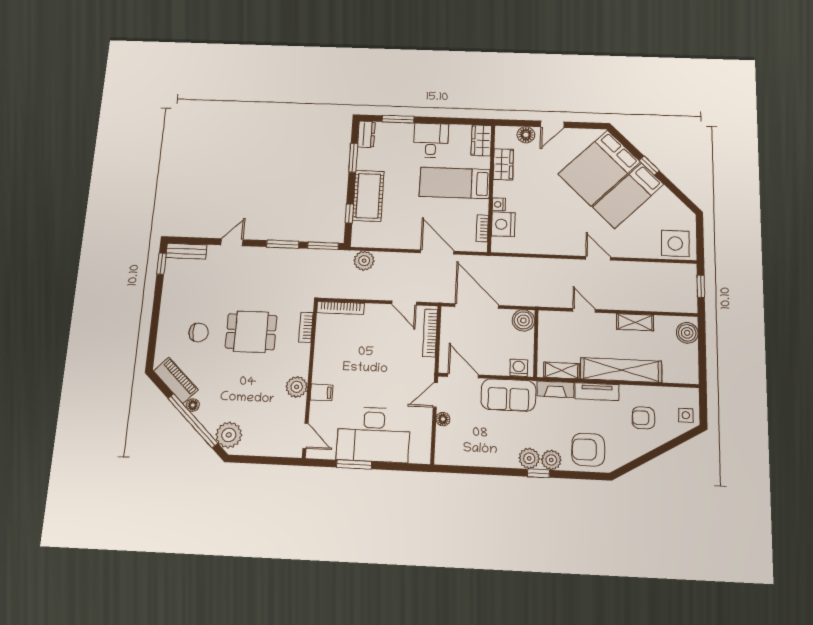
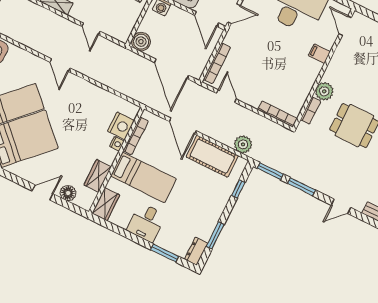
cot: (368, 196) -> (212, 156), moved, turned 90
bookcase: (482, 228) -> (136, 136), width x1.56
plant: (297, 387) -> (324, 91), moved

